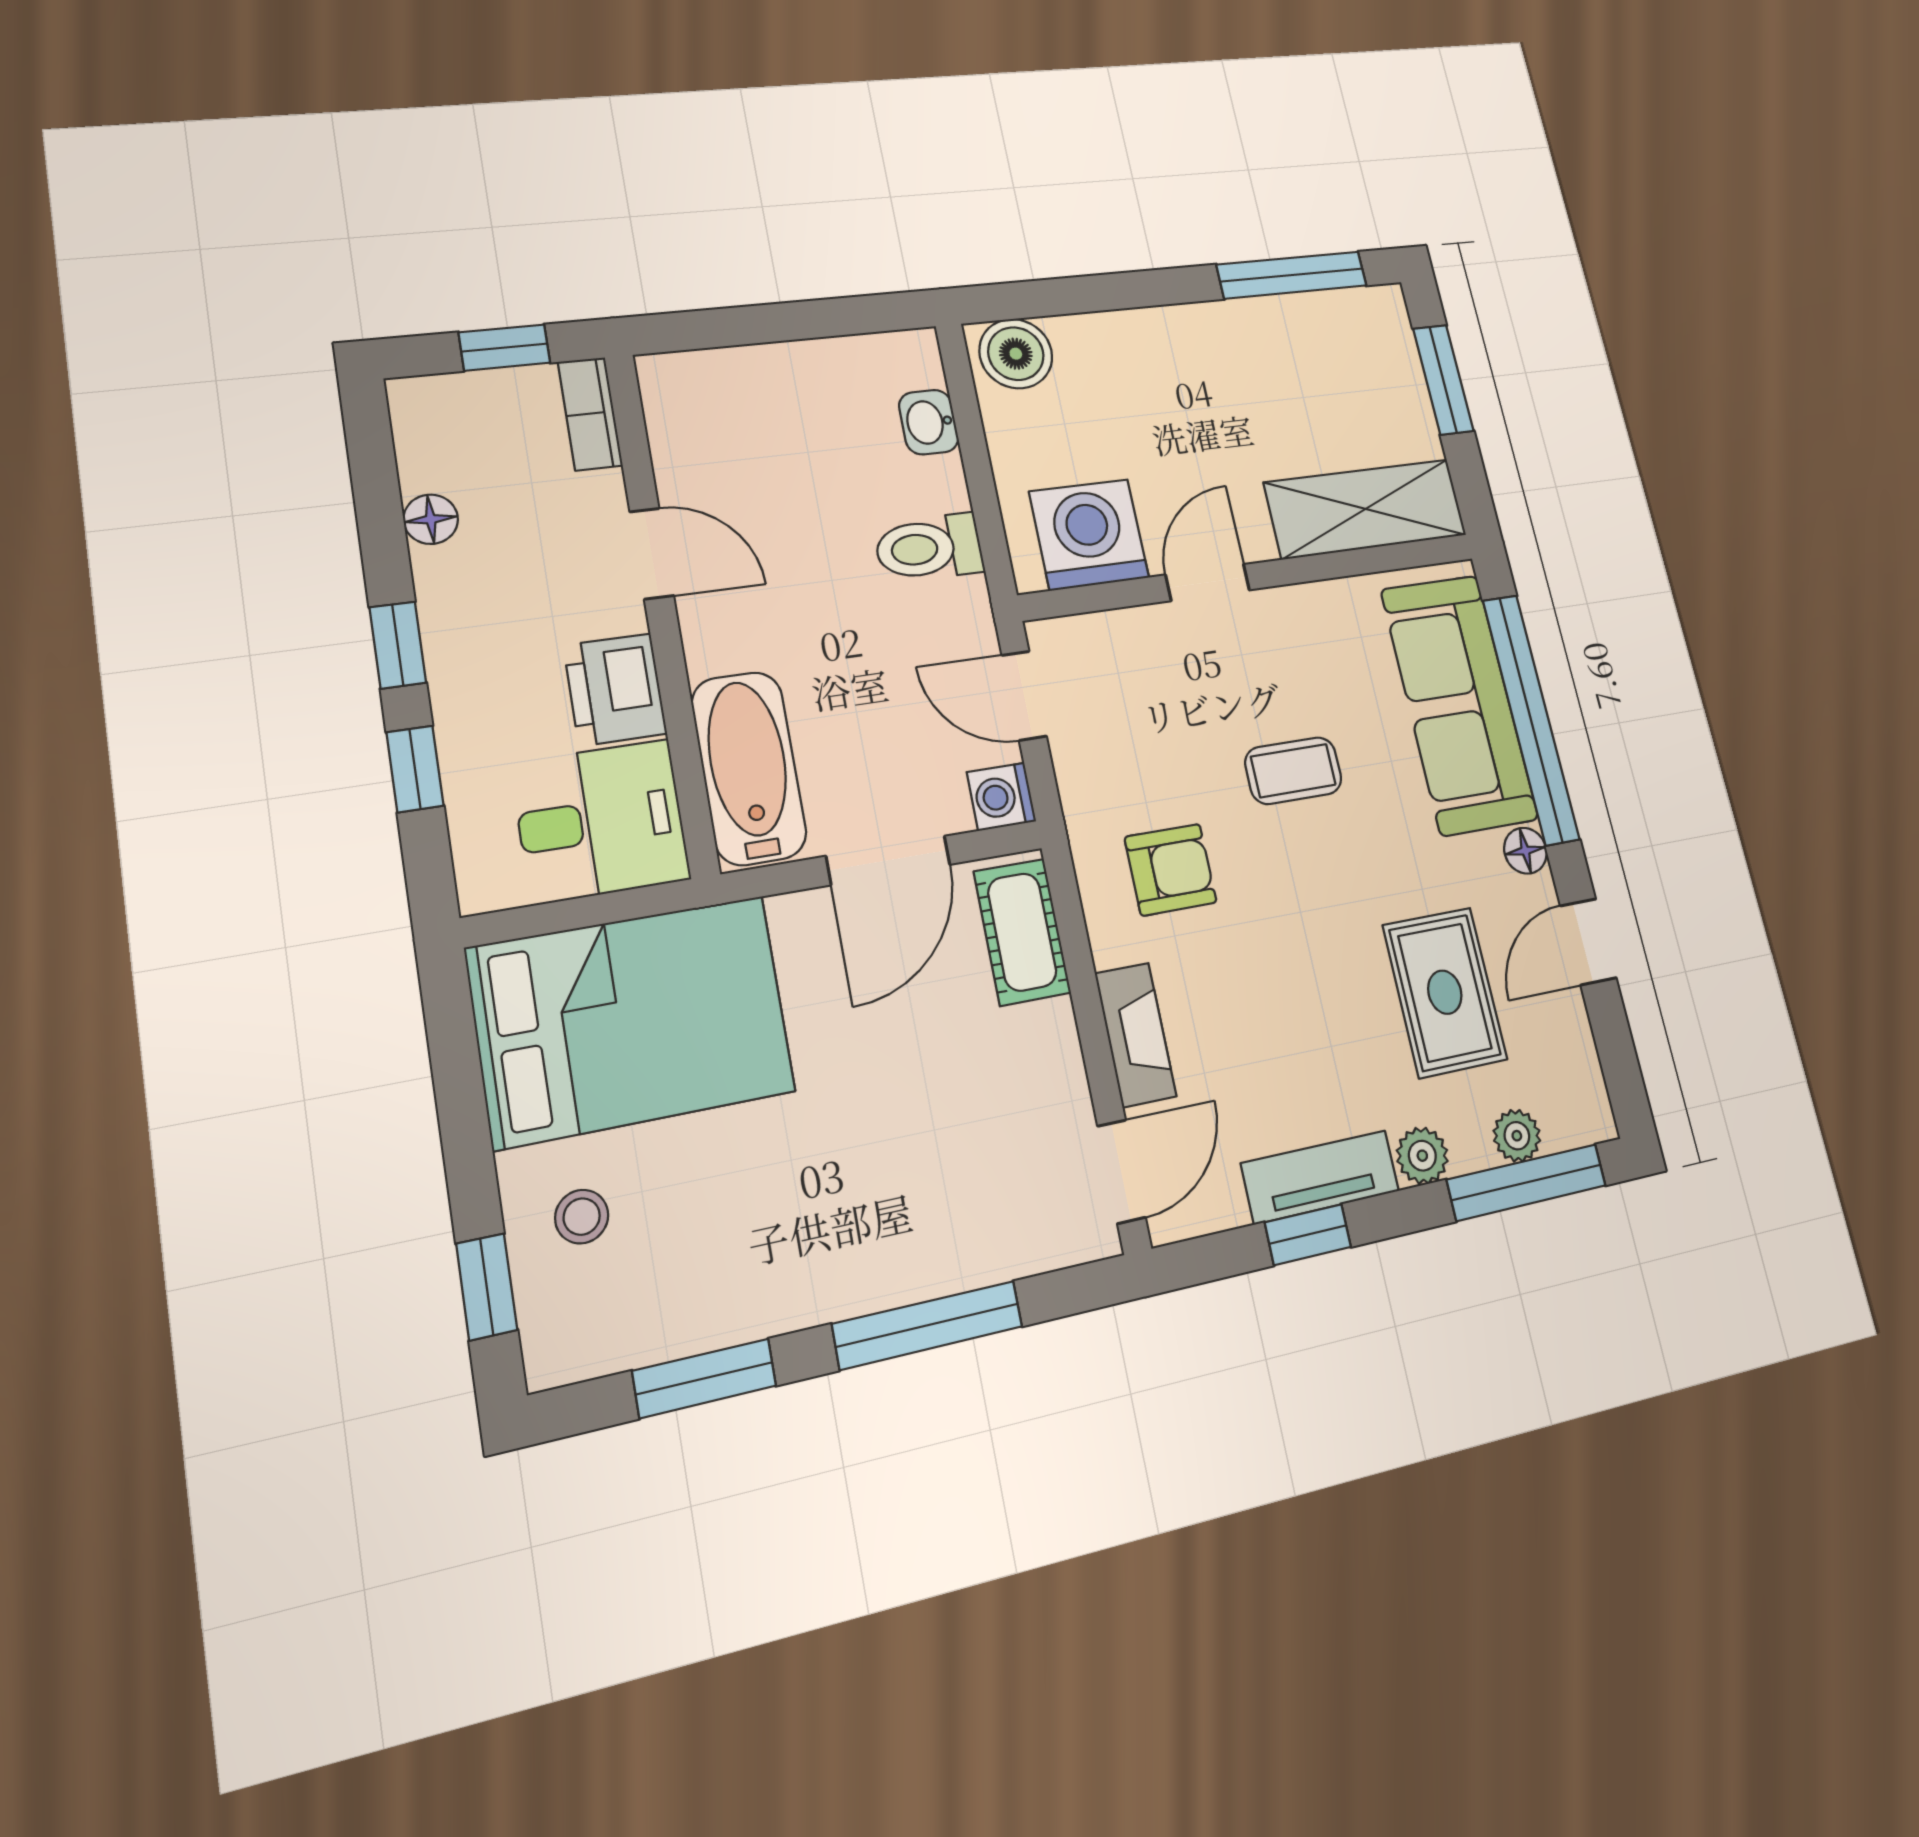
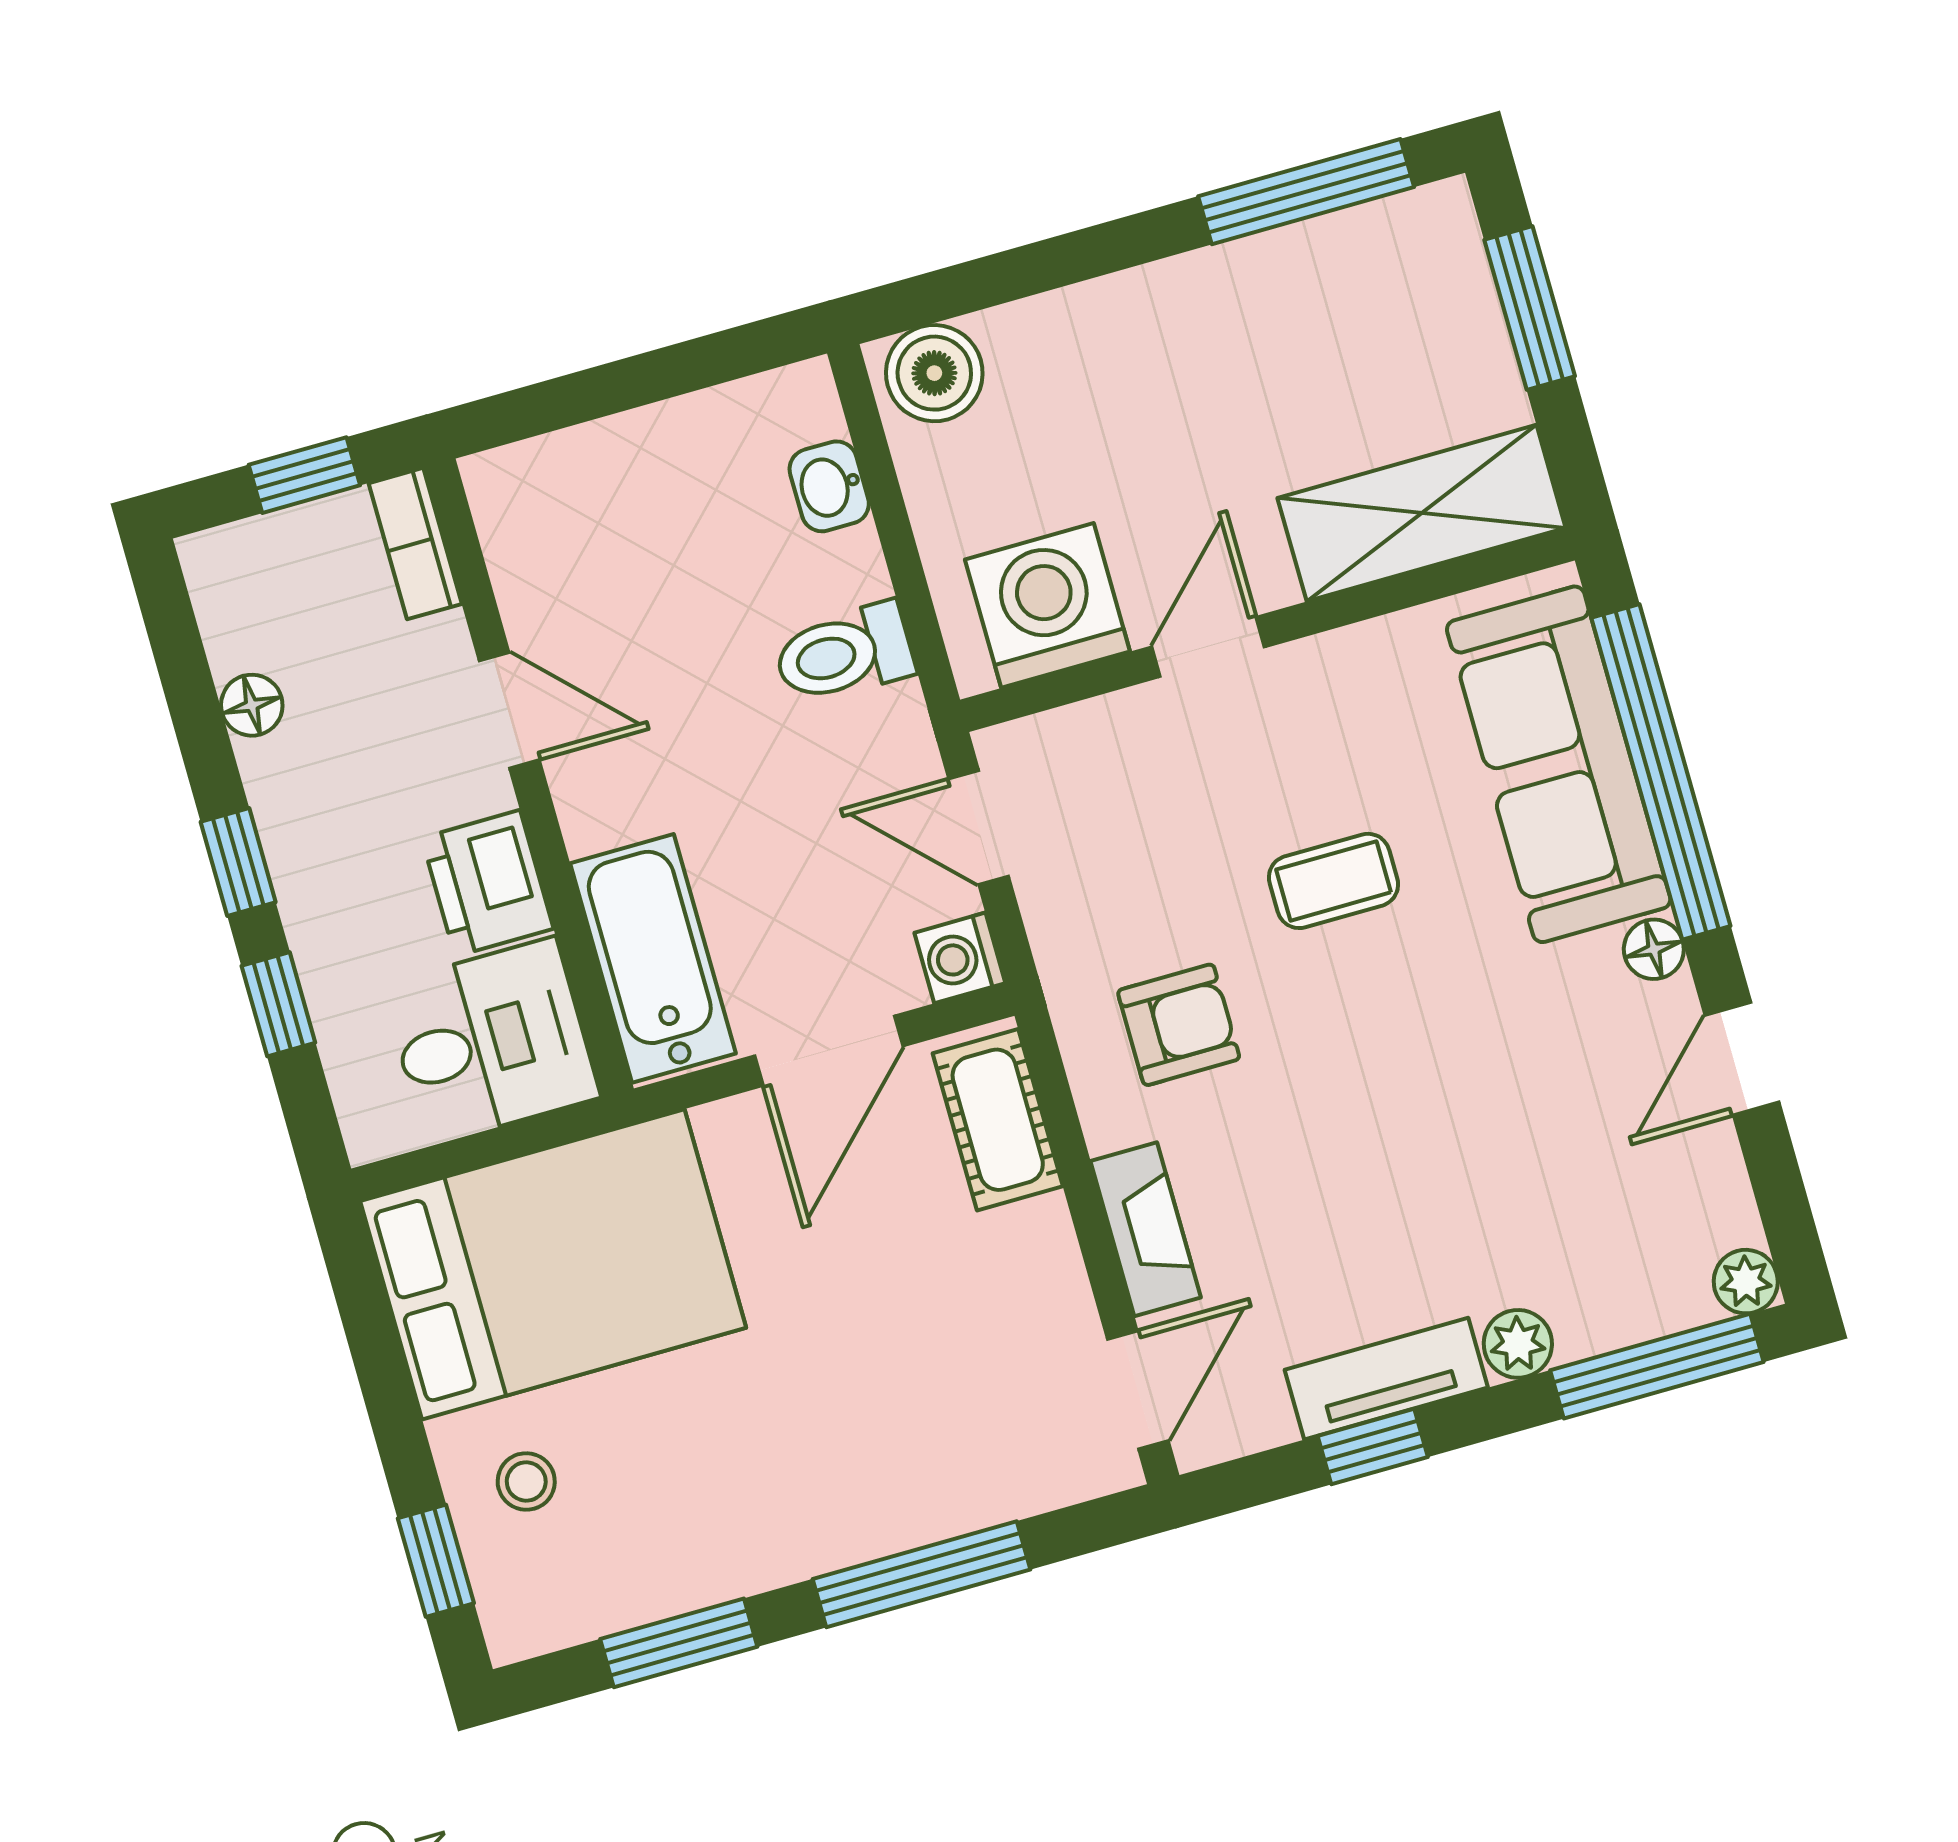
rug: (1445, 992) -> (1544, 1142), removed
plant: (1517, 1136) -> (1746, 1282), moved

